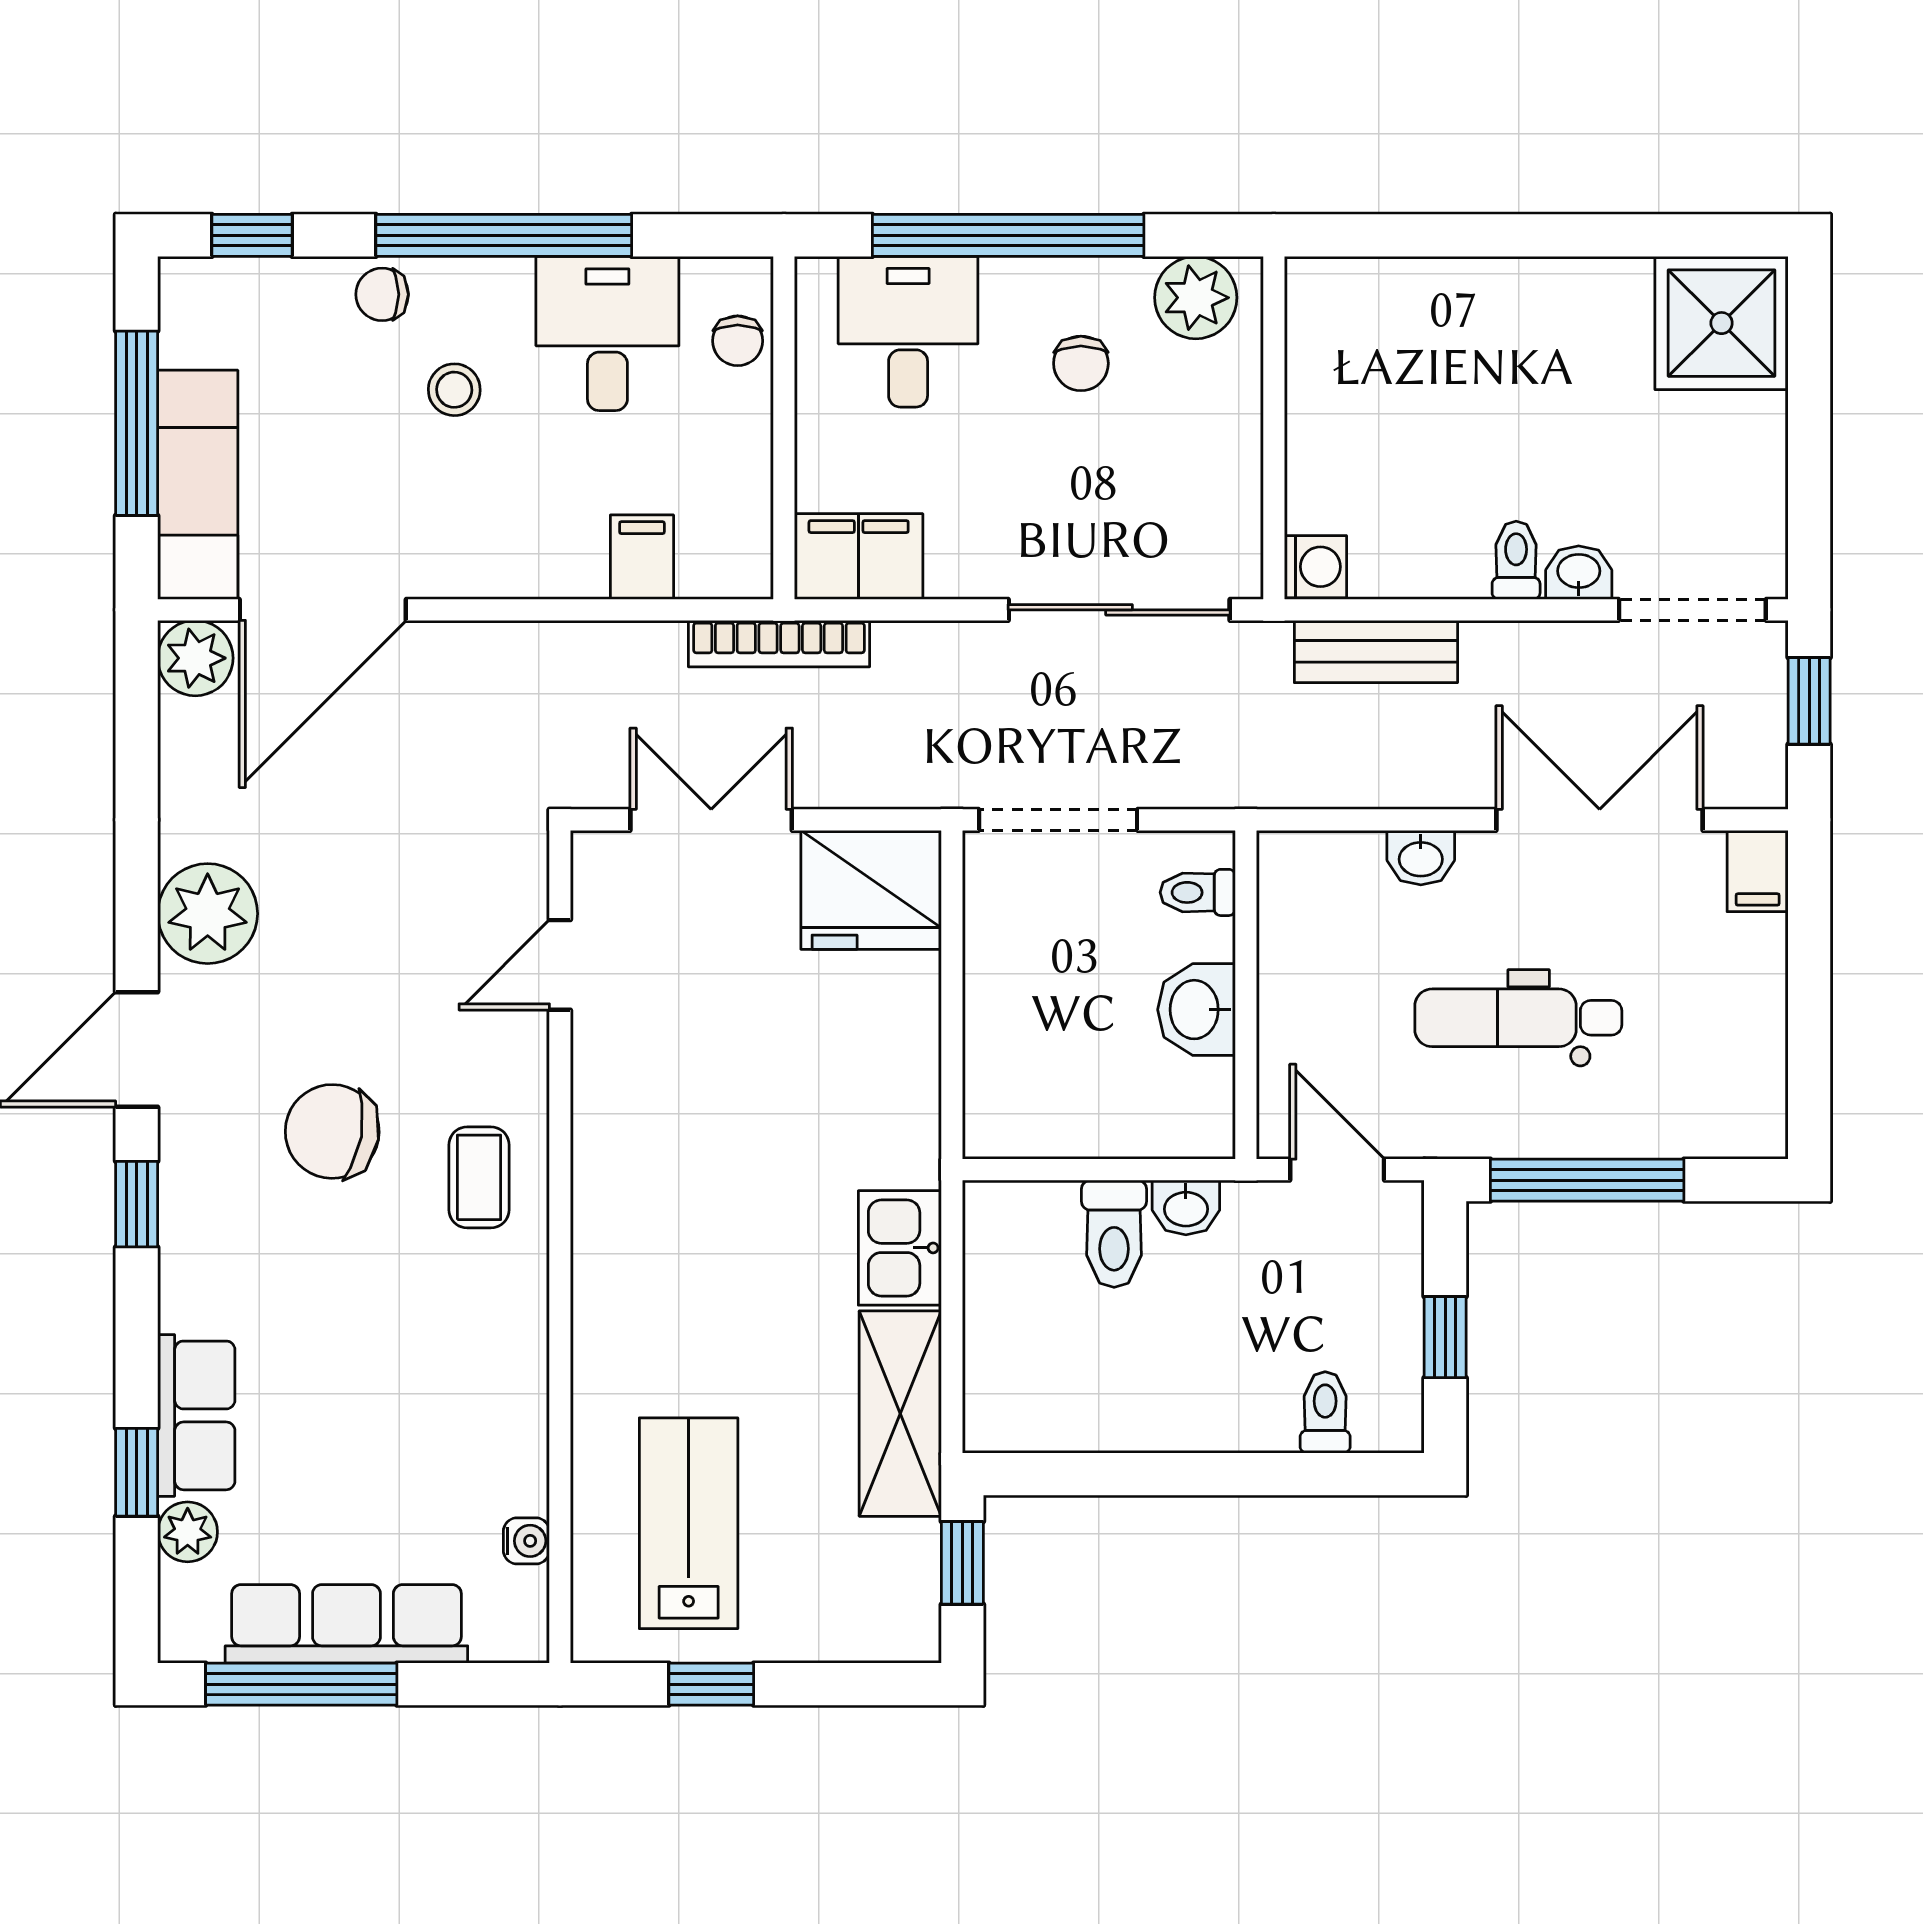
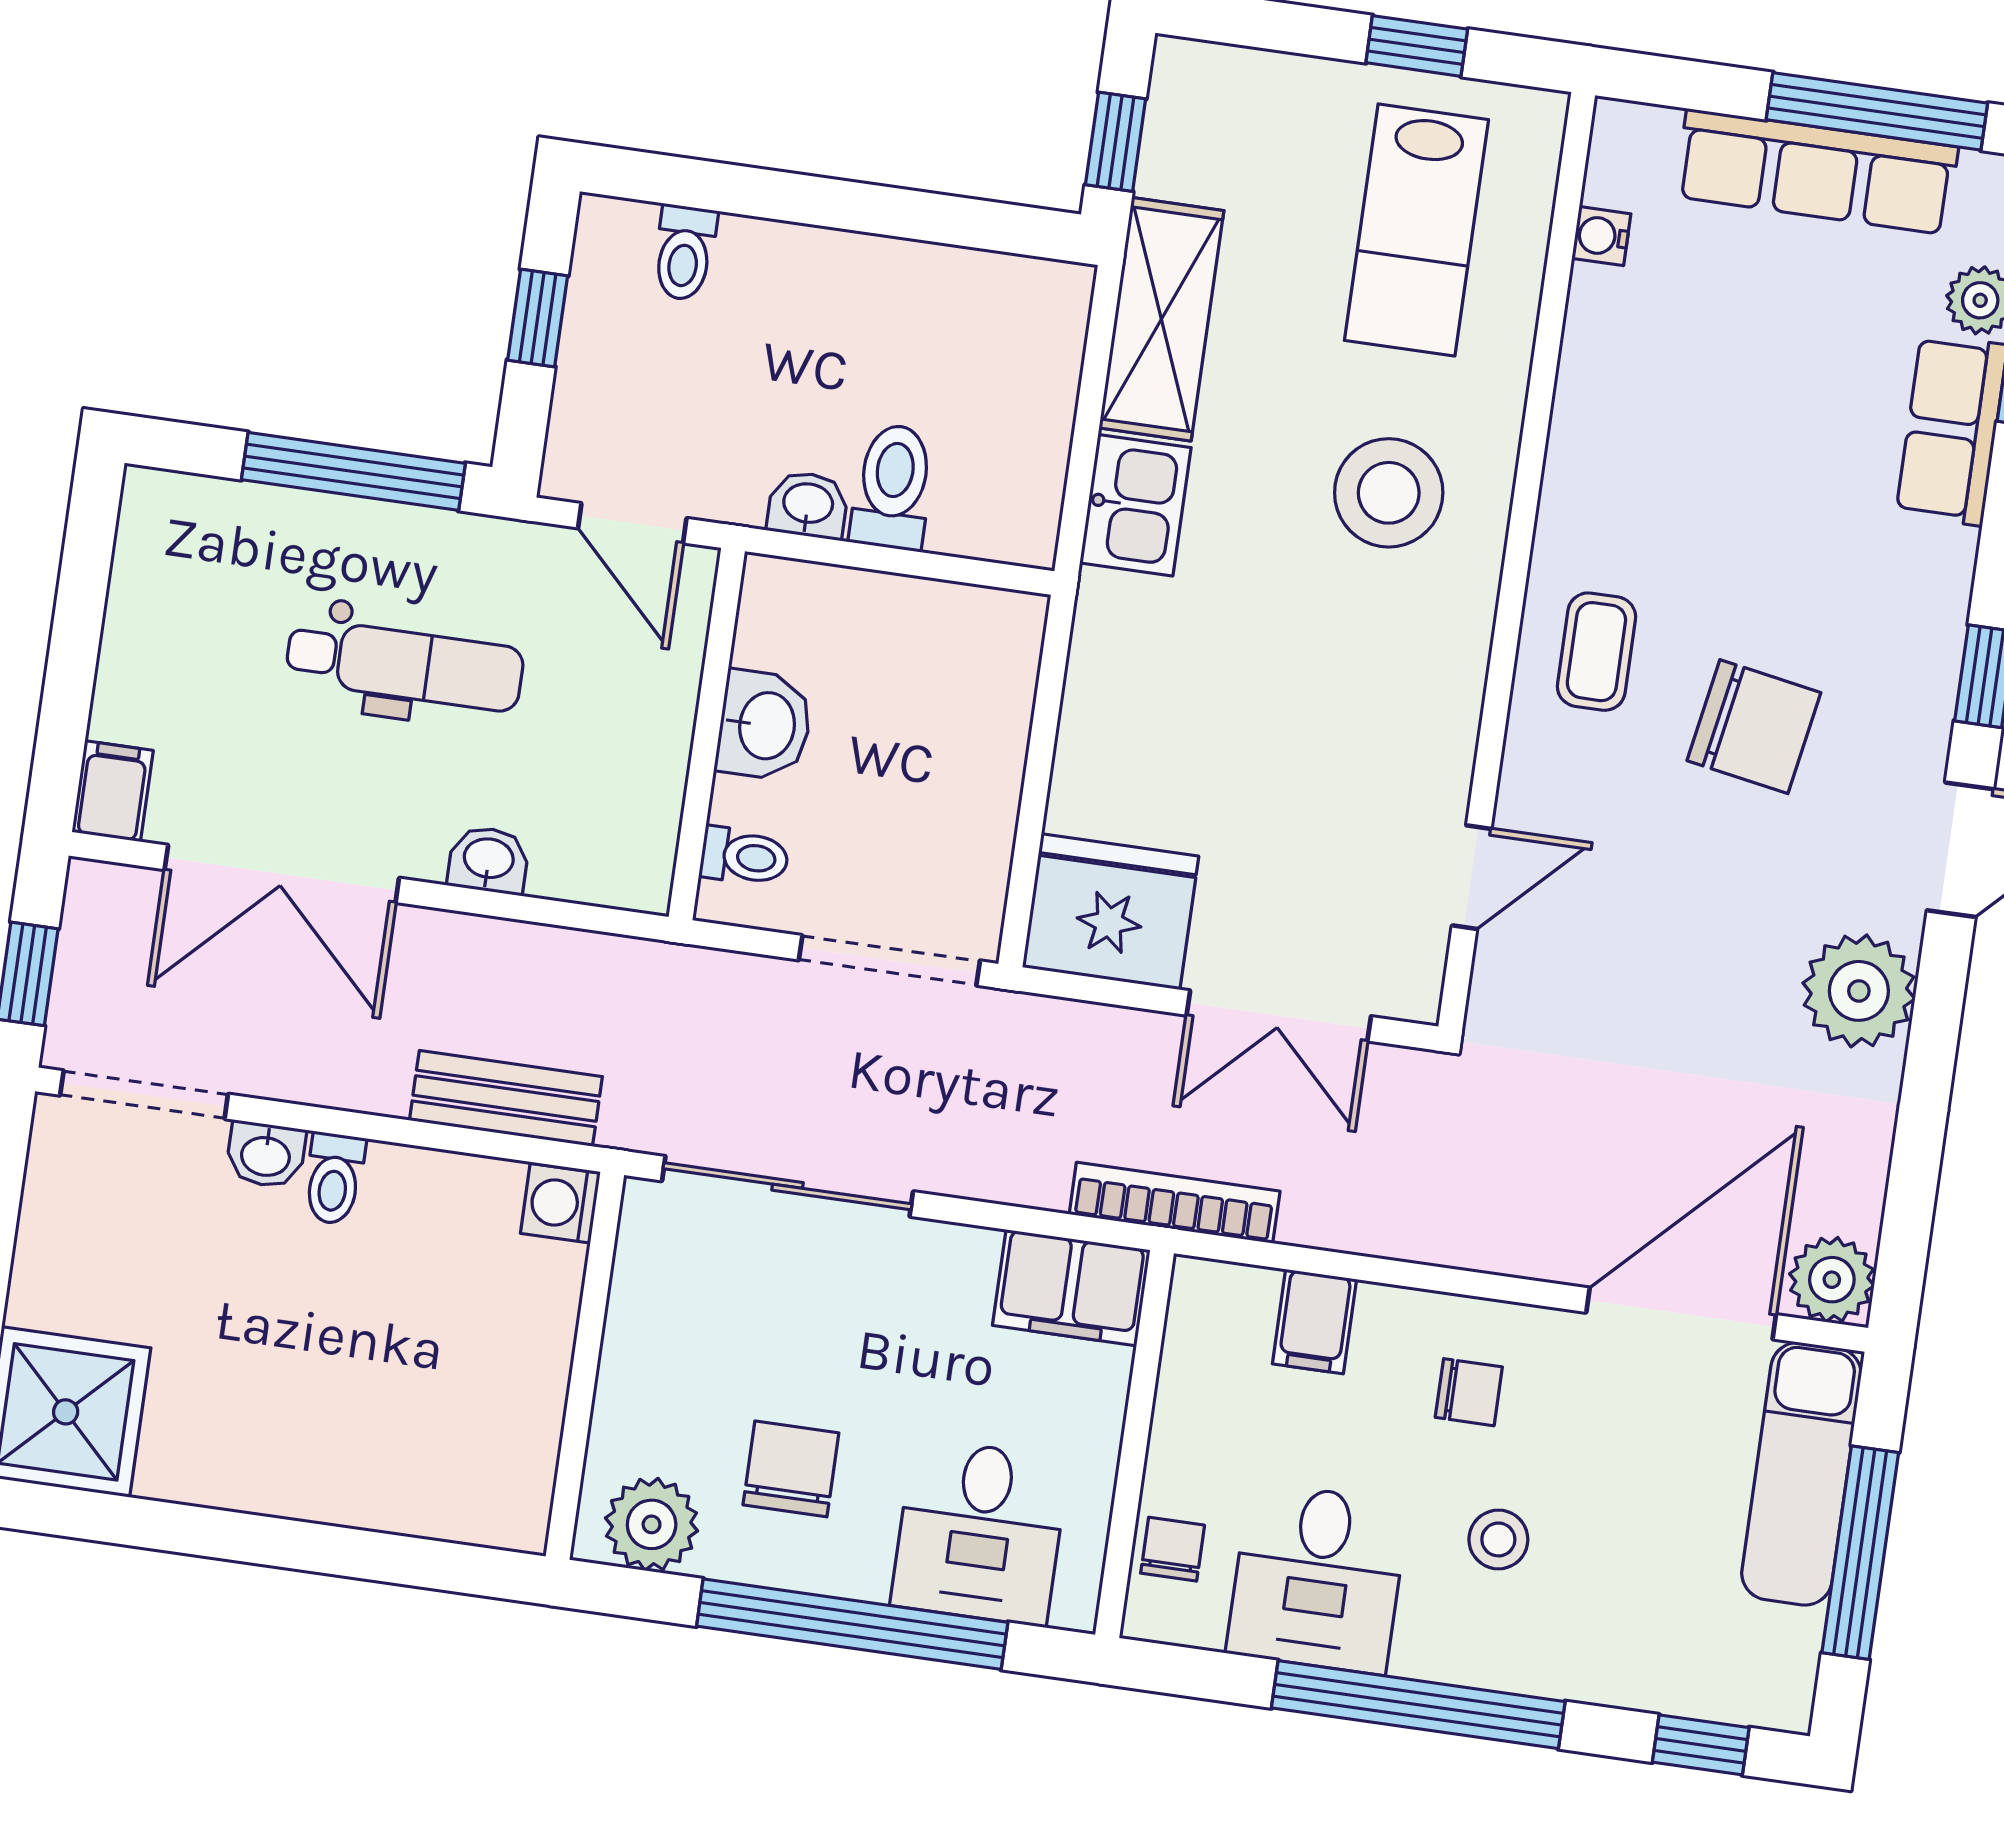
chair: (382, 294) -> (1469, 1392), moved
chair: (1081, 363) -> (791, 1469), width x1.37, depth x1.37
stool: (680, 1290) -> (1389, 493), added

